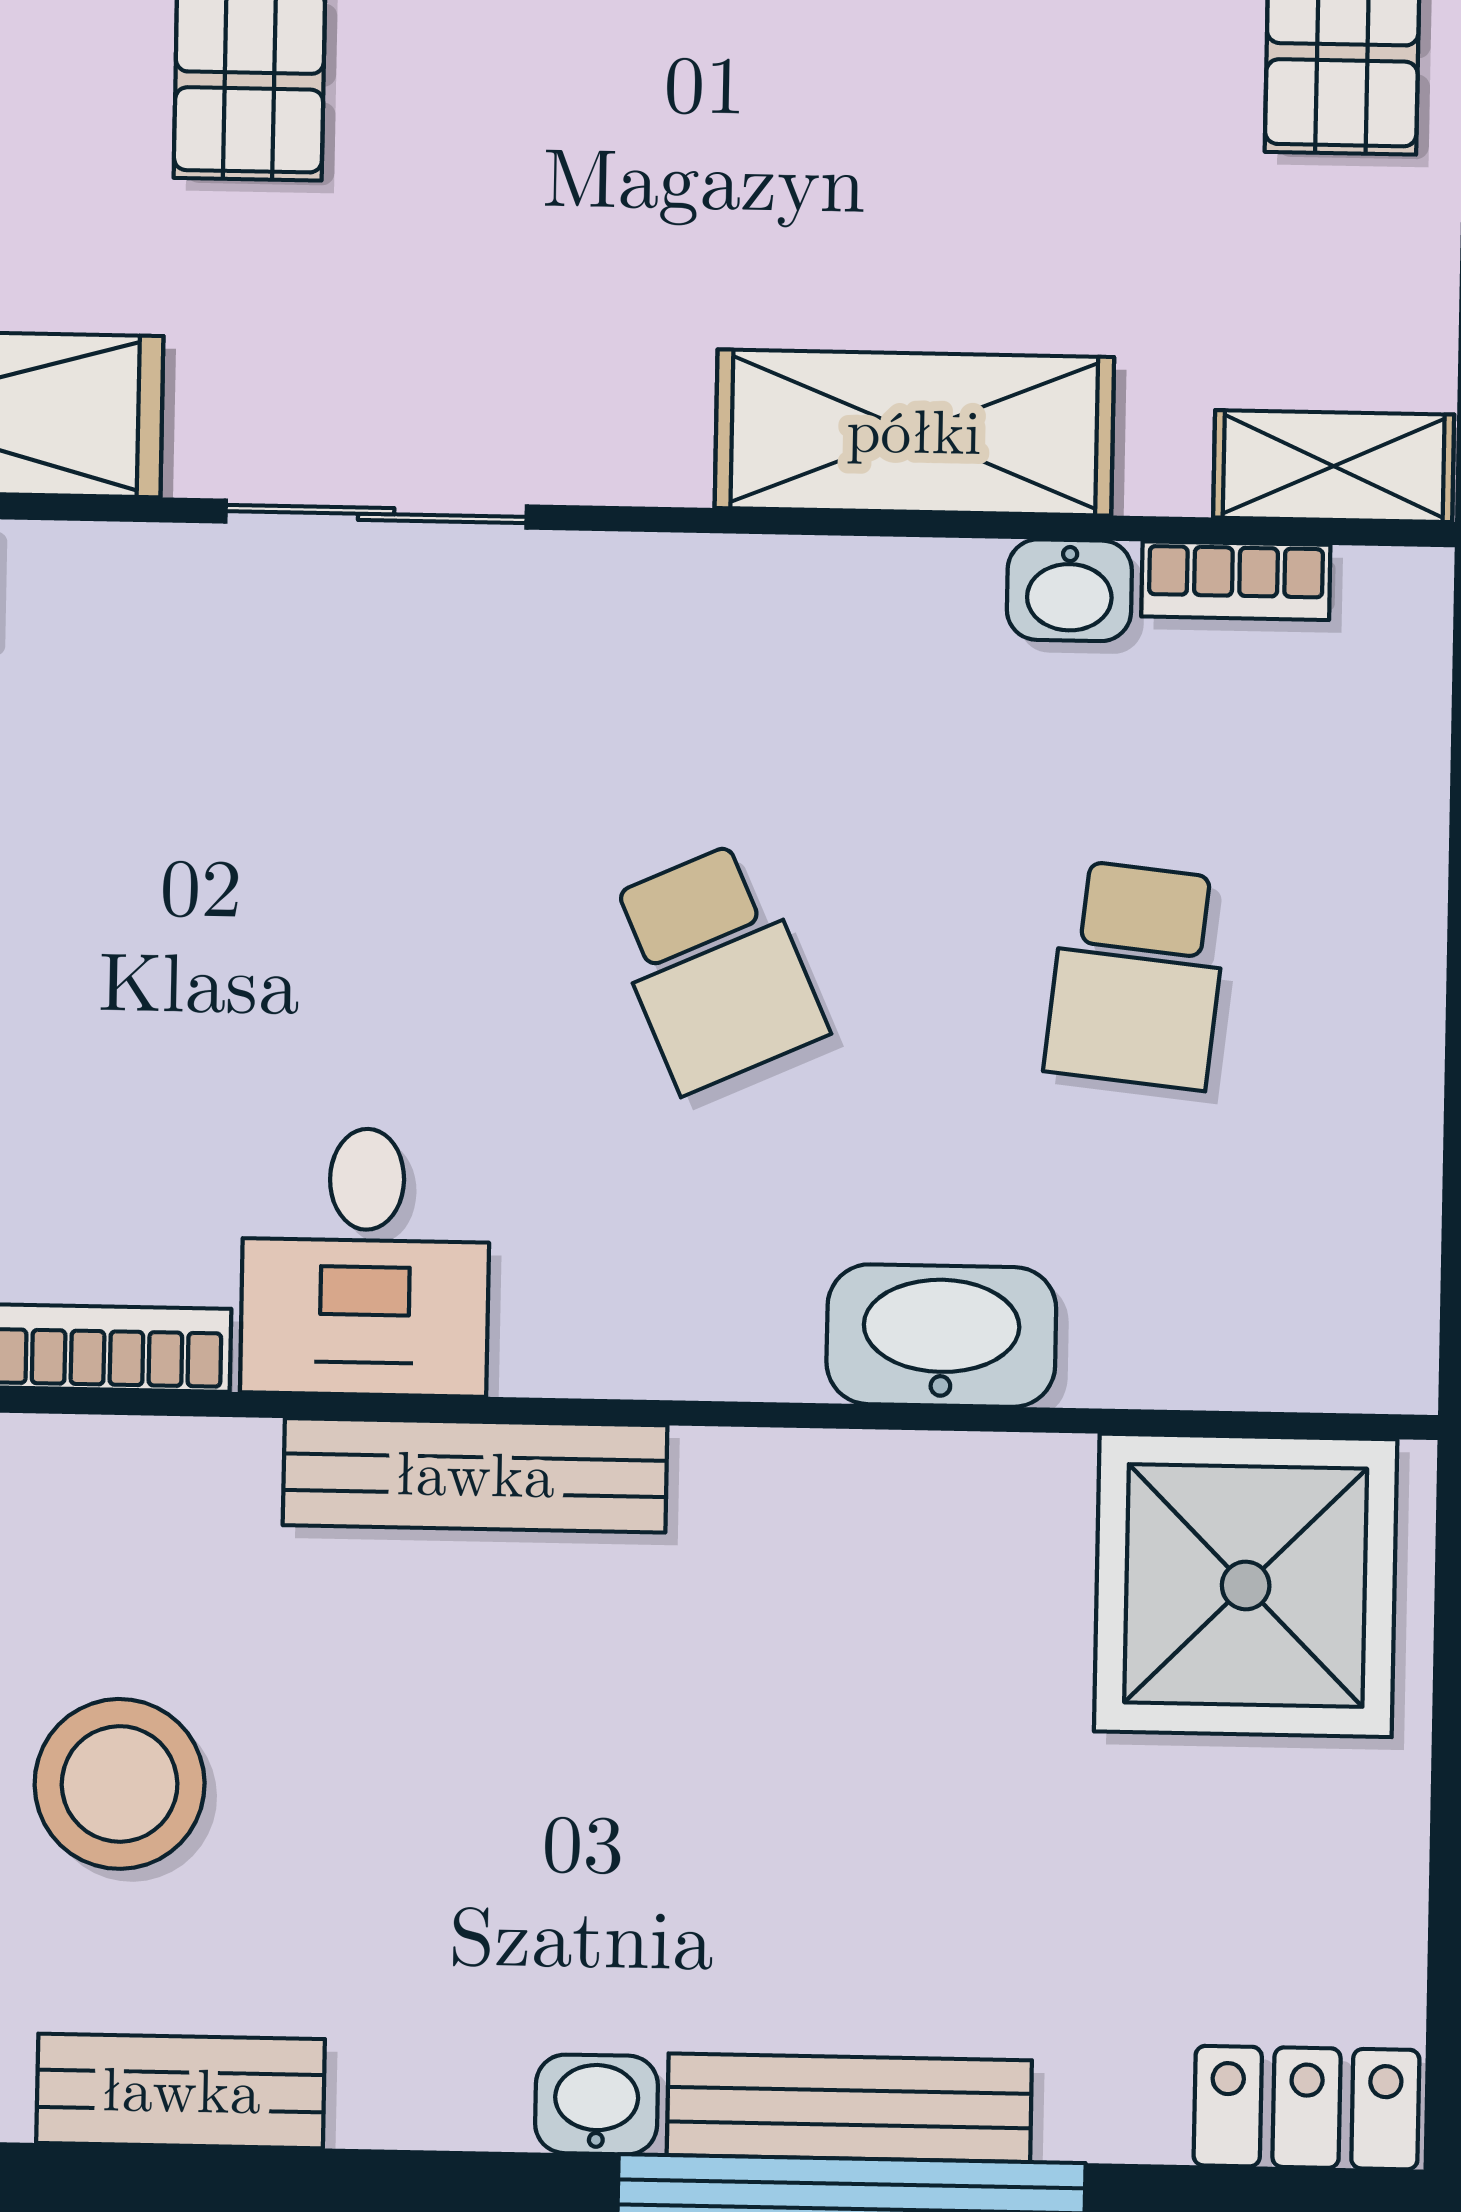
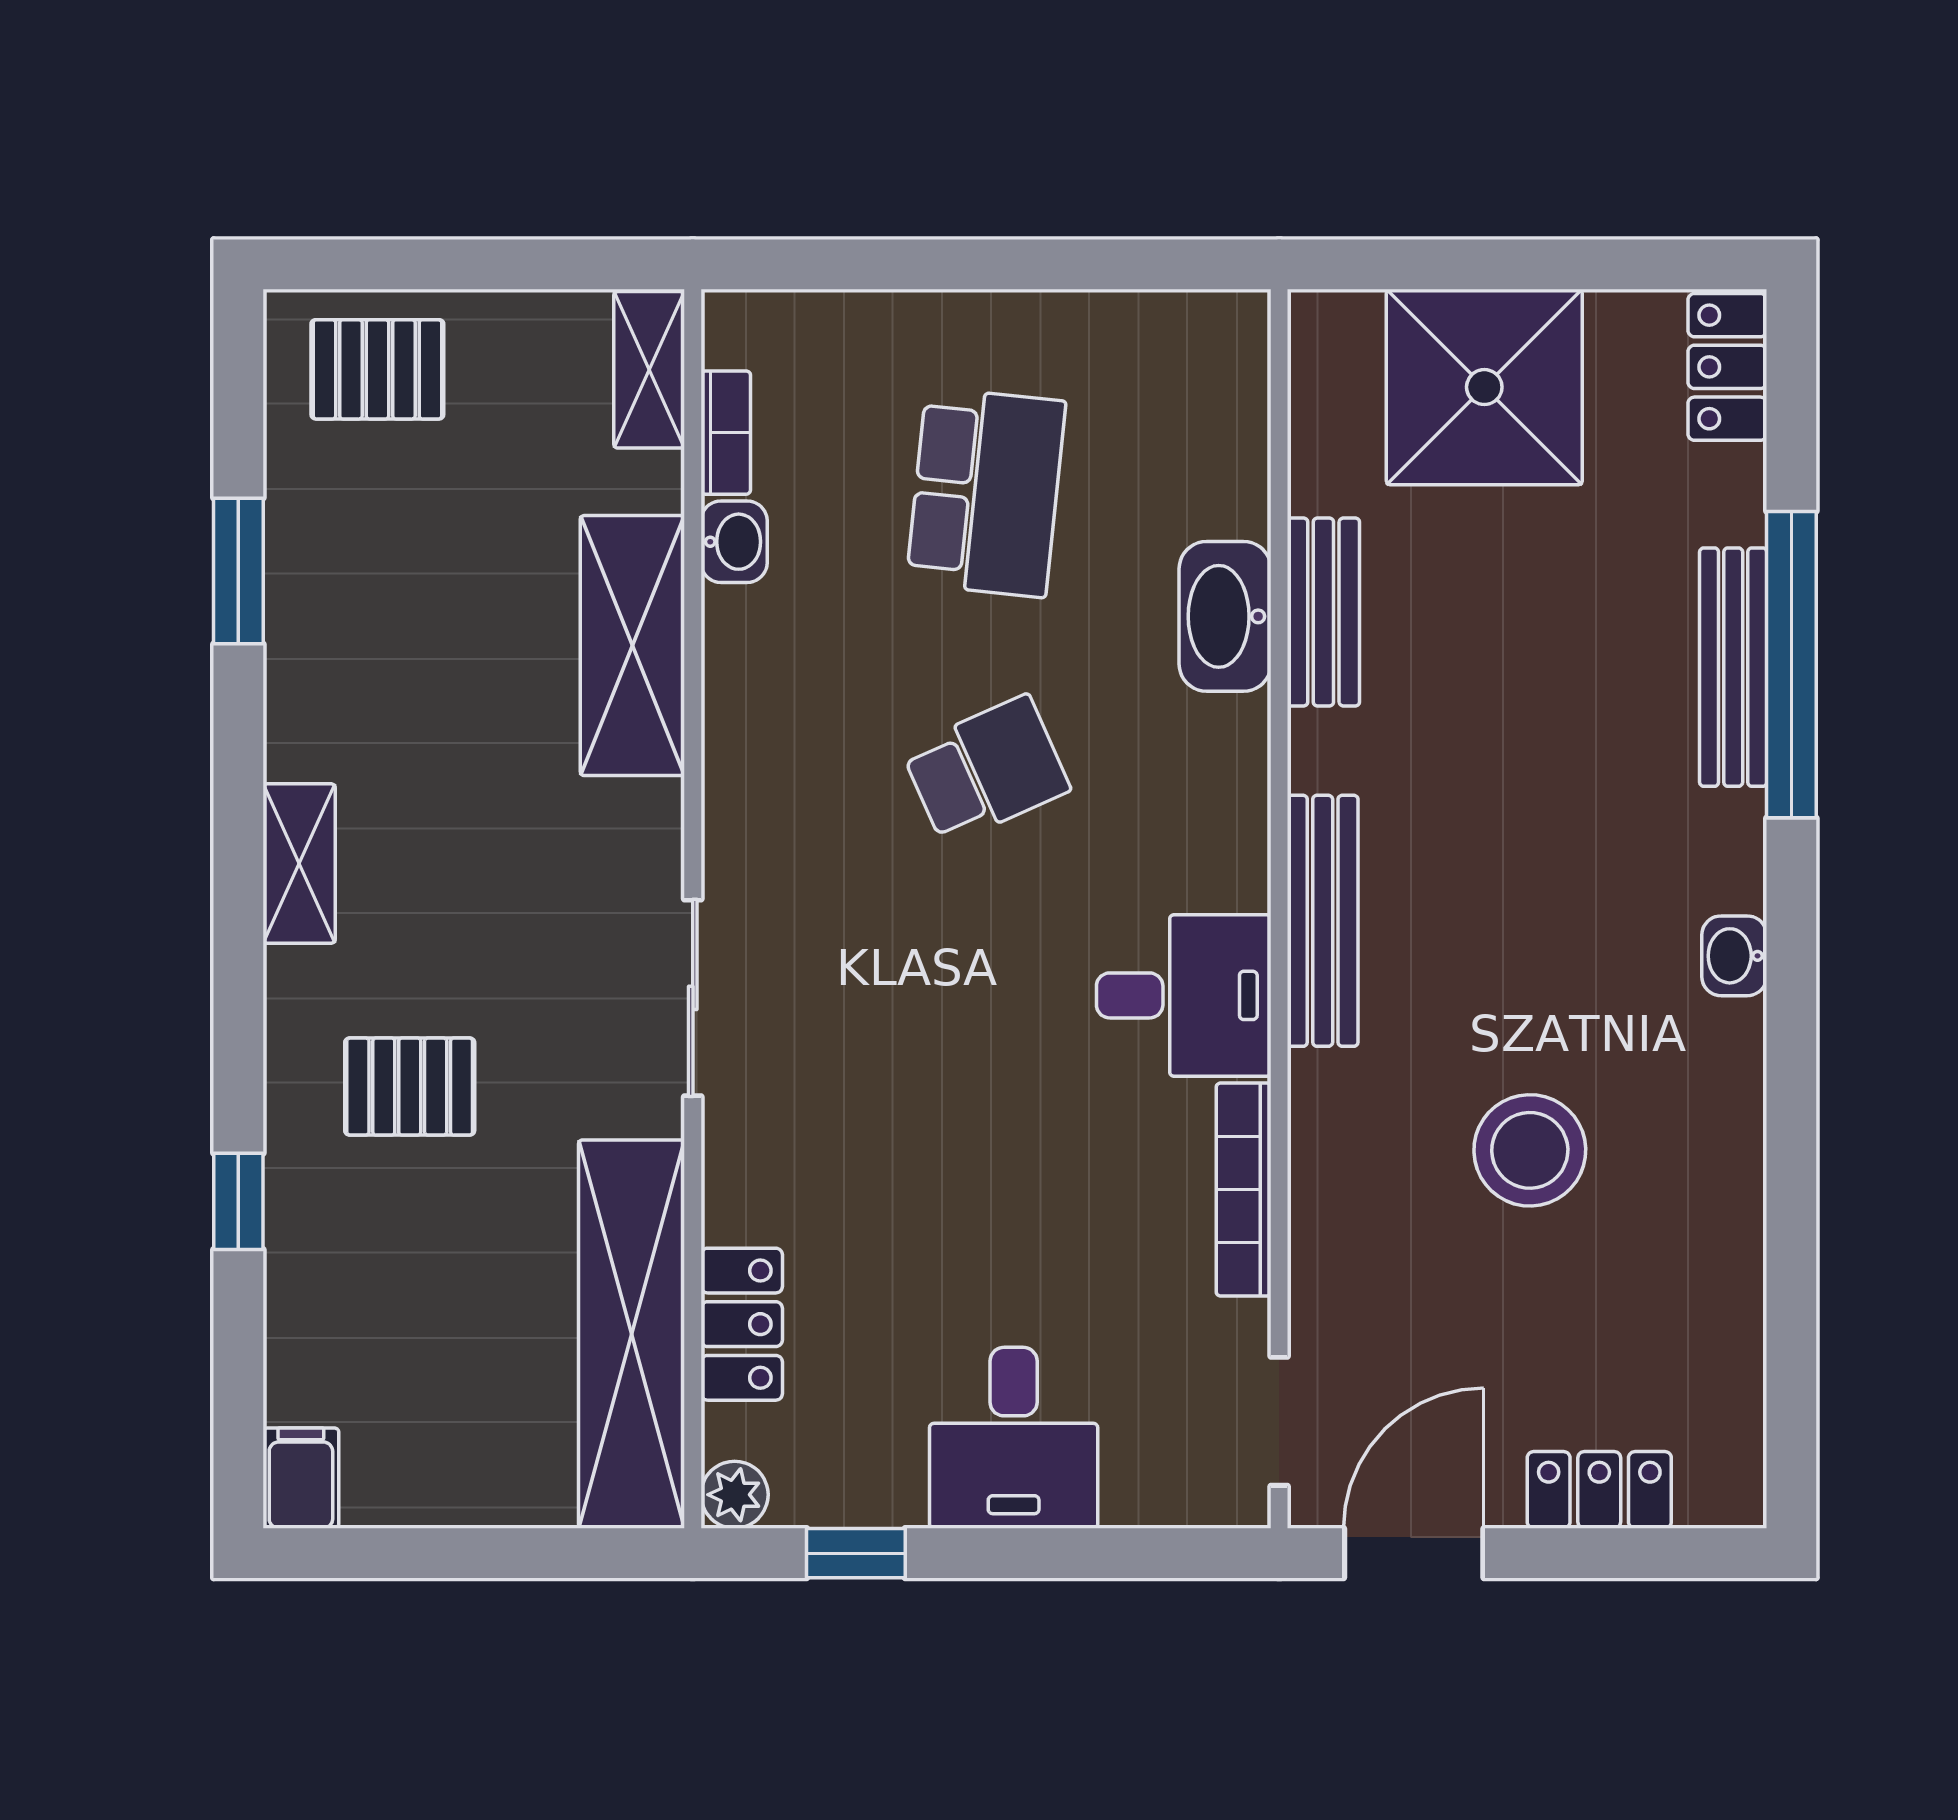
school desk: (1137, 975) -> (986, 492), width x1.85
shower: (1246, 1585) -> (1484, 387), moved
bench: (181, 2091) -> (1323, 612), moved
washbasin: (597, 2104) -> (1734, 956), moved

